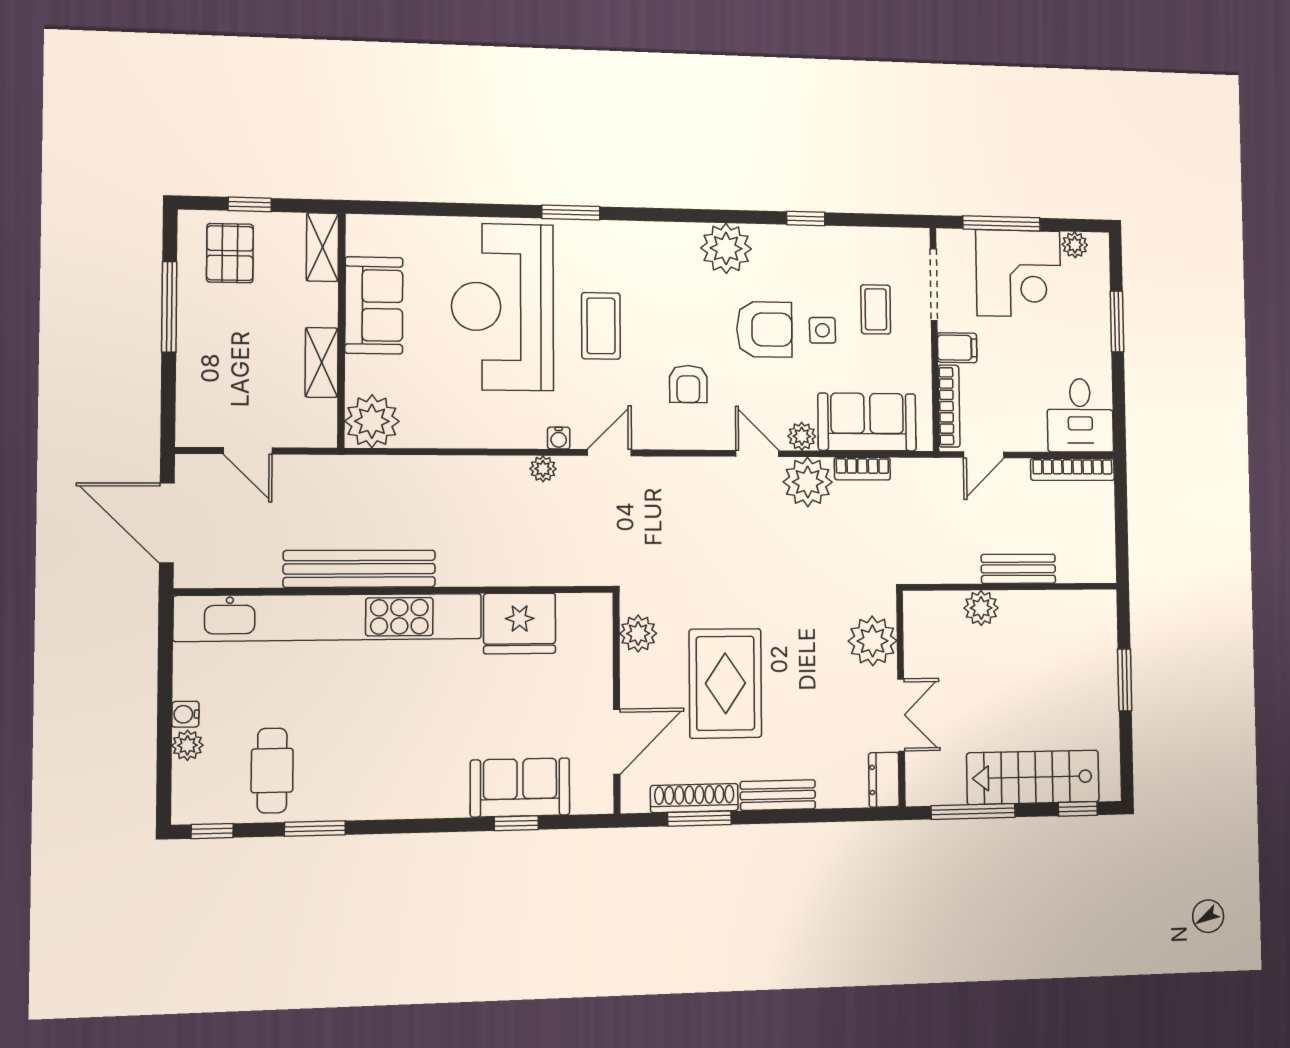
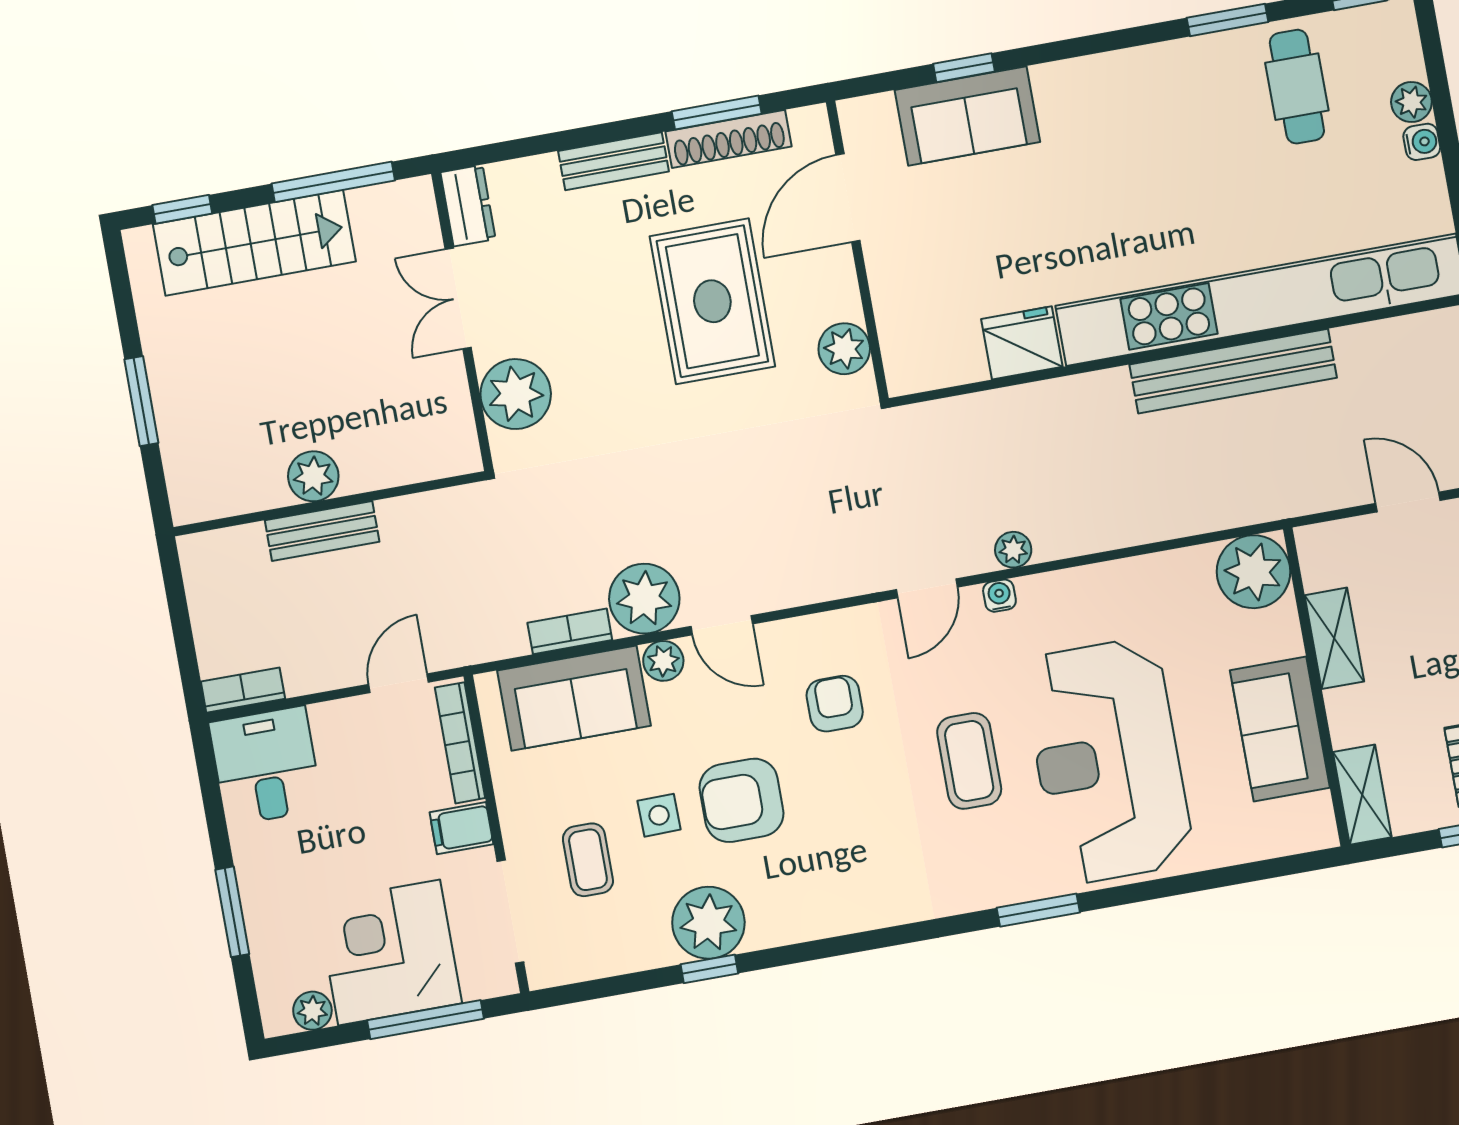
plant: (726, 248) -> (708, 923), moved
reception desk: (503, 307) -> (1108, 761), turned 180
bookcase: (1072, 469) -> (243, 690), width x0.64
plant: (981, 608) -> (313, 476), moved
fridge: (520, 623) -> (1022, 343), width x0.73, depth x0.75

